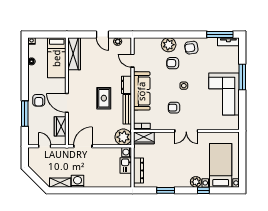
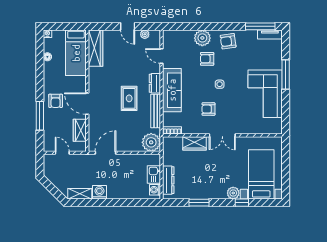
wardrobe: (144, 138) -> (195, 143), moved
washing machine: (127, 152) -> (155, 190), moved

